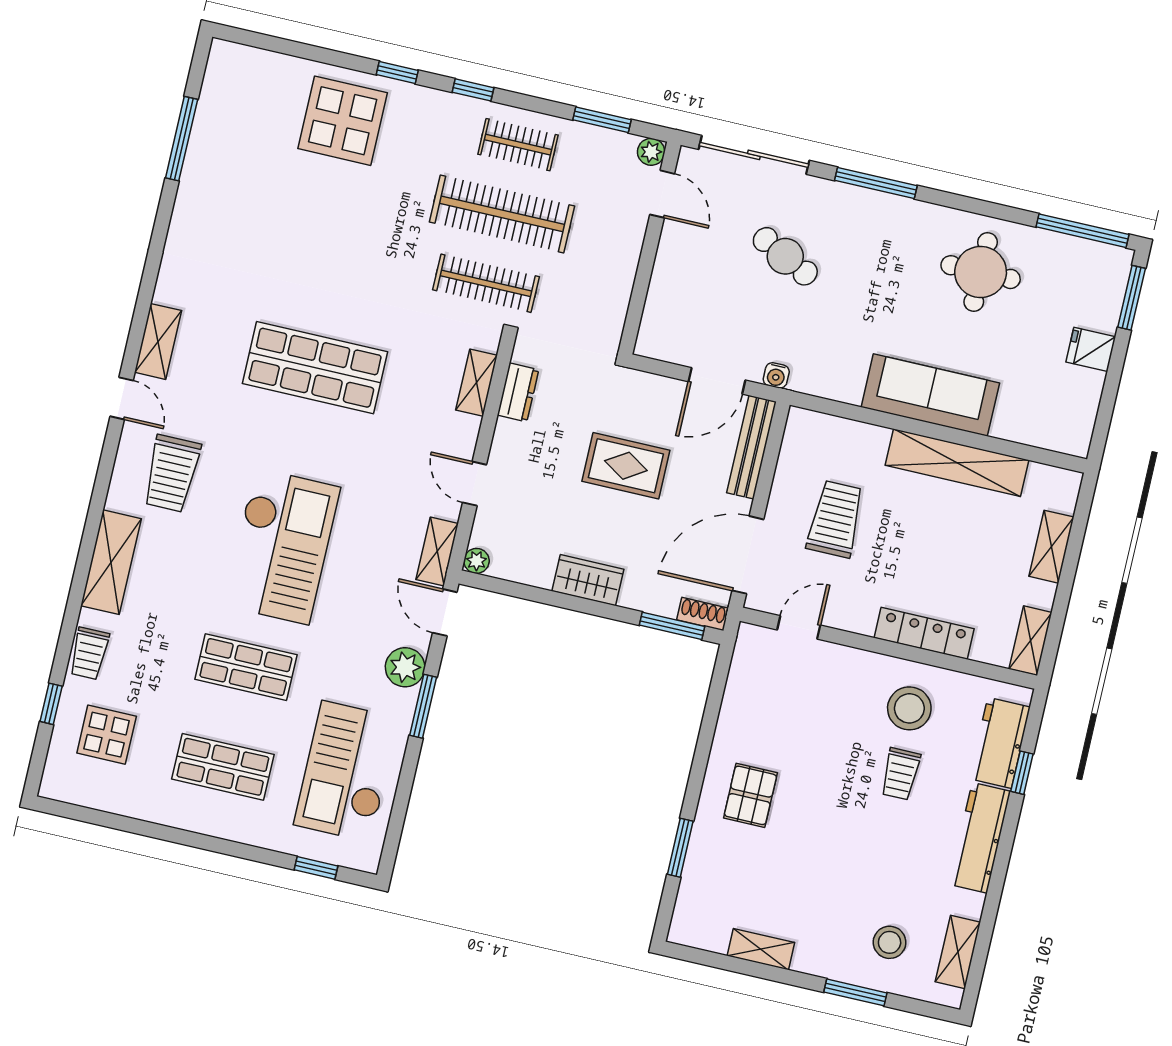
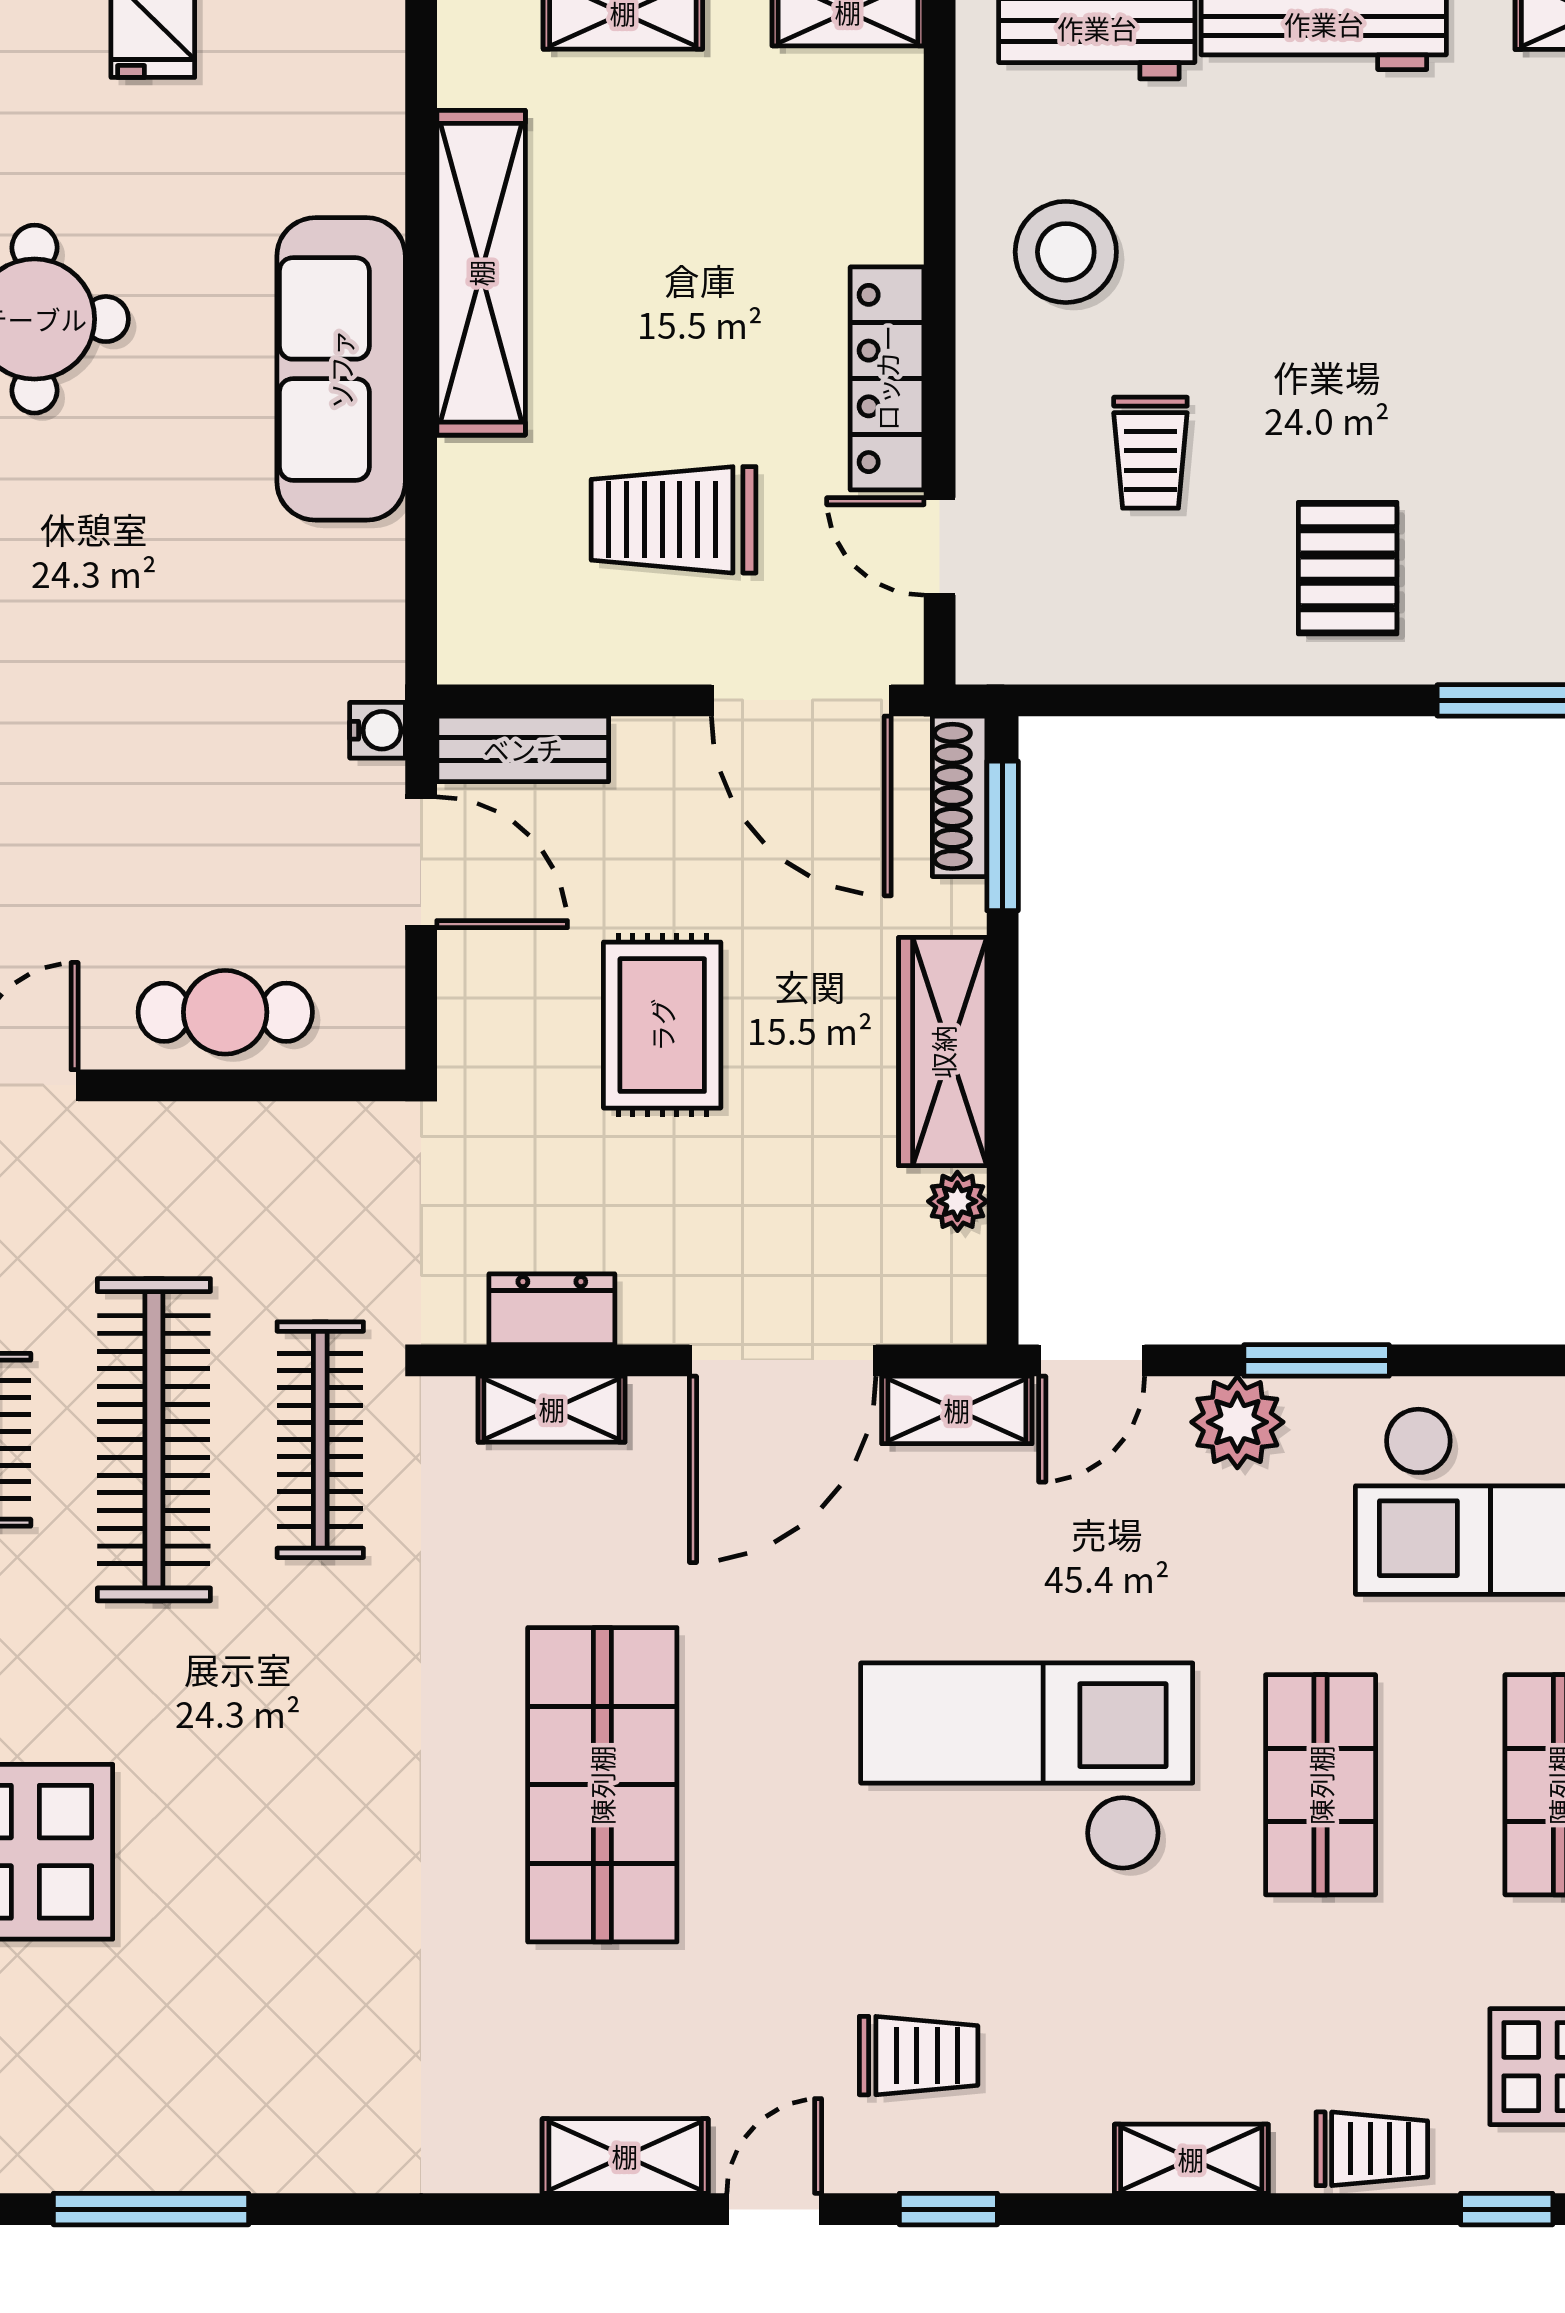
cafe table: (785, 256) -> (225, 1012), moved, turned 63
bench: (751, 447) -> (523, 749), width x0.73
window: (105, 471) -> (948, 2209), added
trolley: (172, 473) -> (919, 2056), width x0.73, depth x0.72
door: (475, 484) -> (783, 1360), width x1.87
plant: (476, 561) -> (957, 1201), moved
shelving: (111, 562) -> (1191, 2159), width x0.67, depth x0.75
wardrobe: (588, 580) -> (943, 1052), width x1.50
shoe rack: (703, 614) -> (960, 796), width x1.43
locker: (924, 633) -> (887, 378), moved
trolley: (900, 774) -> (1150, 453), moved, turned 90
pallet: (750, 795) -> (1348, 568), turned 90

